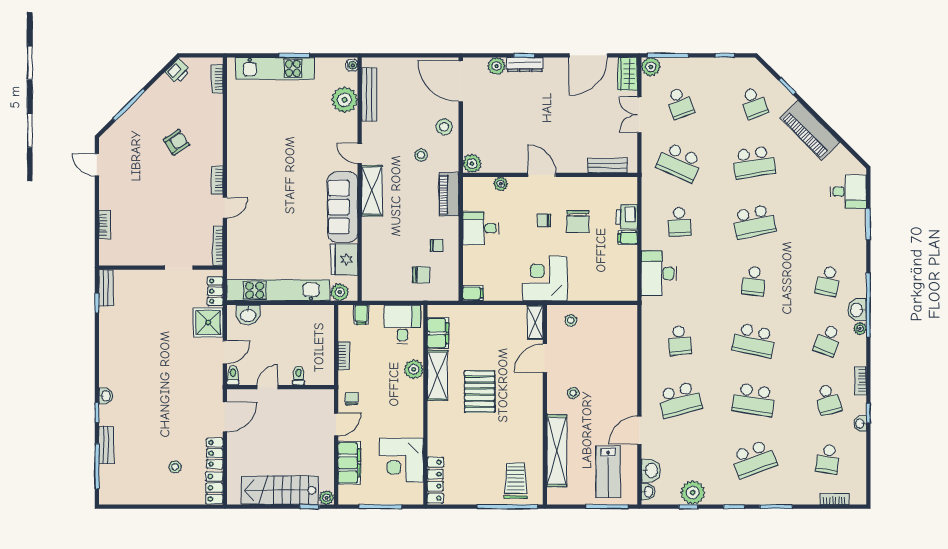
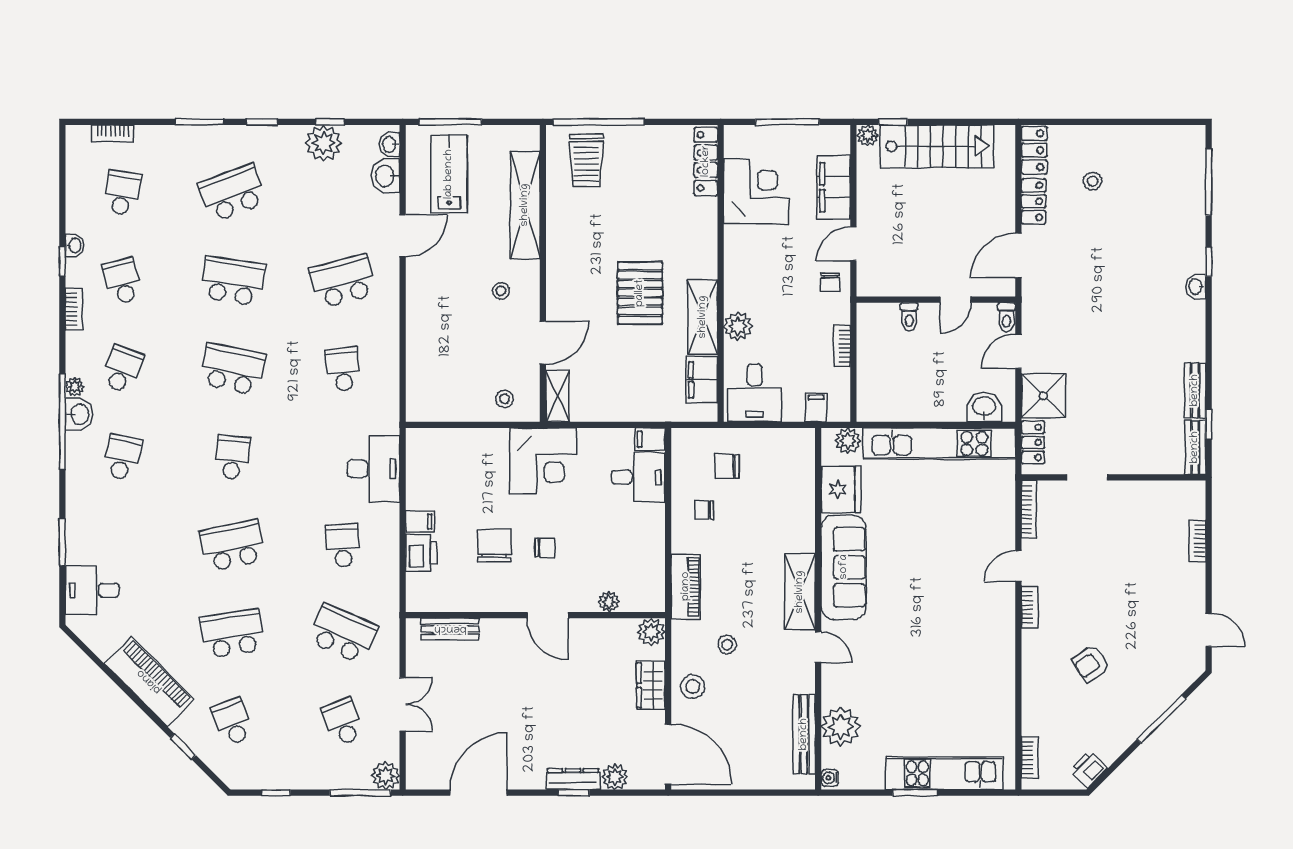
wardrobe: (628, 74) -> (651, 685), moved, turned 180
desk: (481, 228) -> (638, 477), moved
bench: (106, 445) -> (1195, 390), moved

